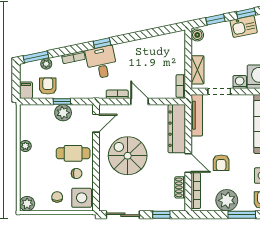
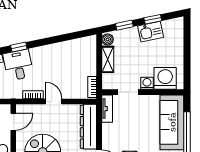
shelving: (198, 70) -> (108, 59), moved
tv unit: (197, 115) -> (107, 109), width x0.71

